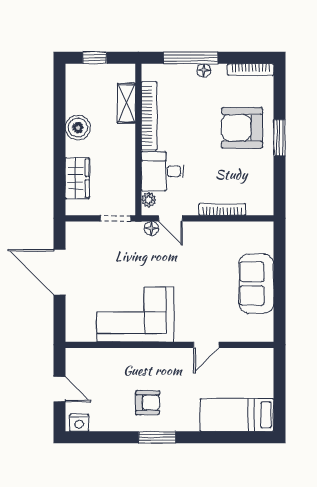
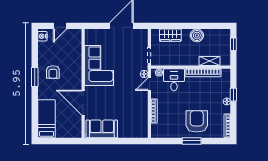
window: (191, 58) -> (233, 95), width x0.46
sofa: (256, 284) -> (102, 129), moved
door: (206, 345) -> (83, 103), width x1.87

